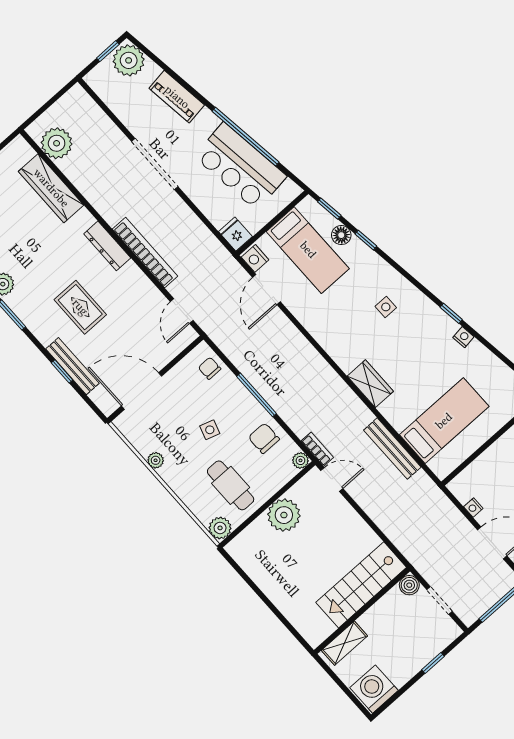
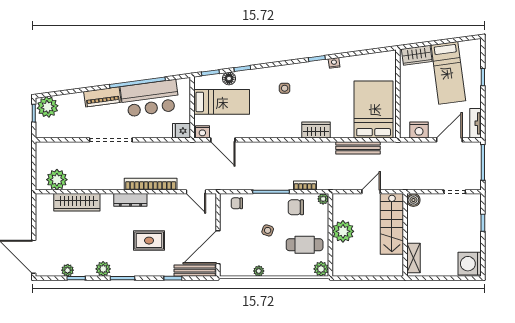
piano: (177, 97) -> (102, 97), moved
bench: (72, 366) -> (195, 271), moved
bed: (444, 421) -> (374, 110), width x1.50
bookcase: (317, 449) -> (305, 185), moved
door: (332, 479) -> (371, 192), moved
nightstand: (473, 507) -> (419, 130), width x1.89, depth x1.79
stairs: (361, 585) -> (392, 224), moved
boiler: (409, 585) -> (413, 200), moved
wall: (362, 611) -> (405, 235), moved
shelving: (344, 643) -> (414, 258), moved

